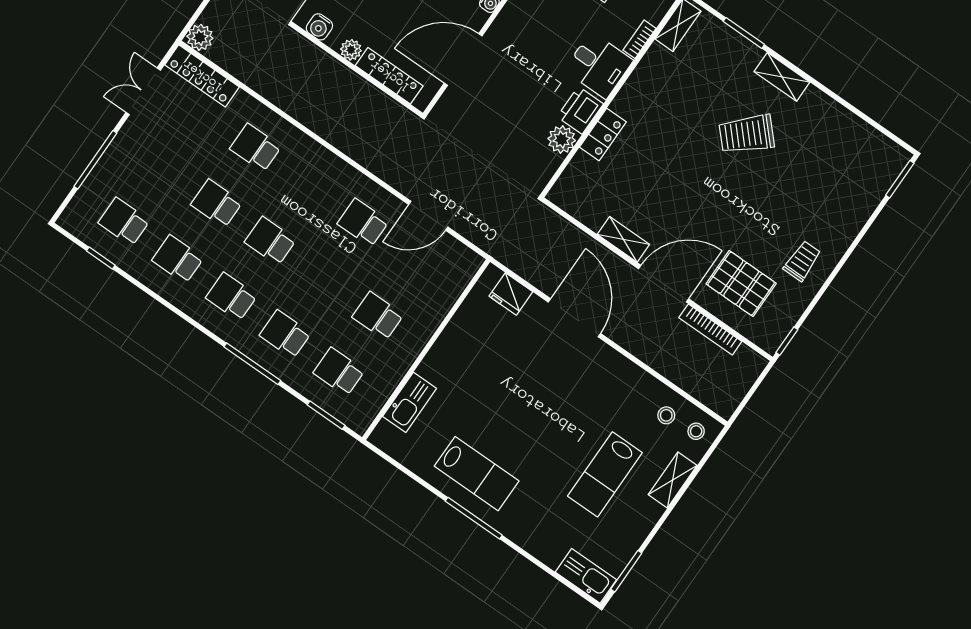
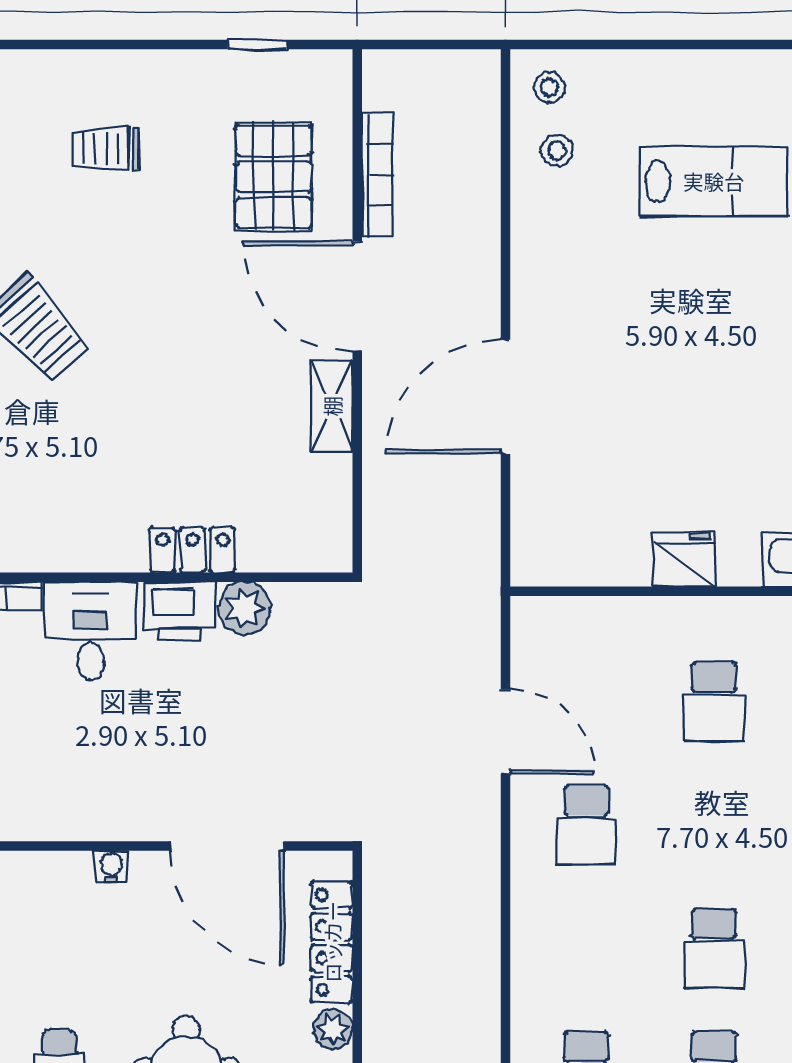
trolley: (802, 261) -> (105, 149), moved
fridge: (511, 294) -> (684, 560), moved, turned -90
window: (787, 341) -> (257, 45), moved
shelving: (673, 480) -> (650, 71), removed

